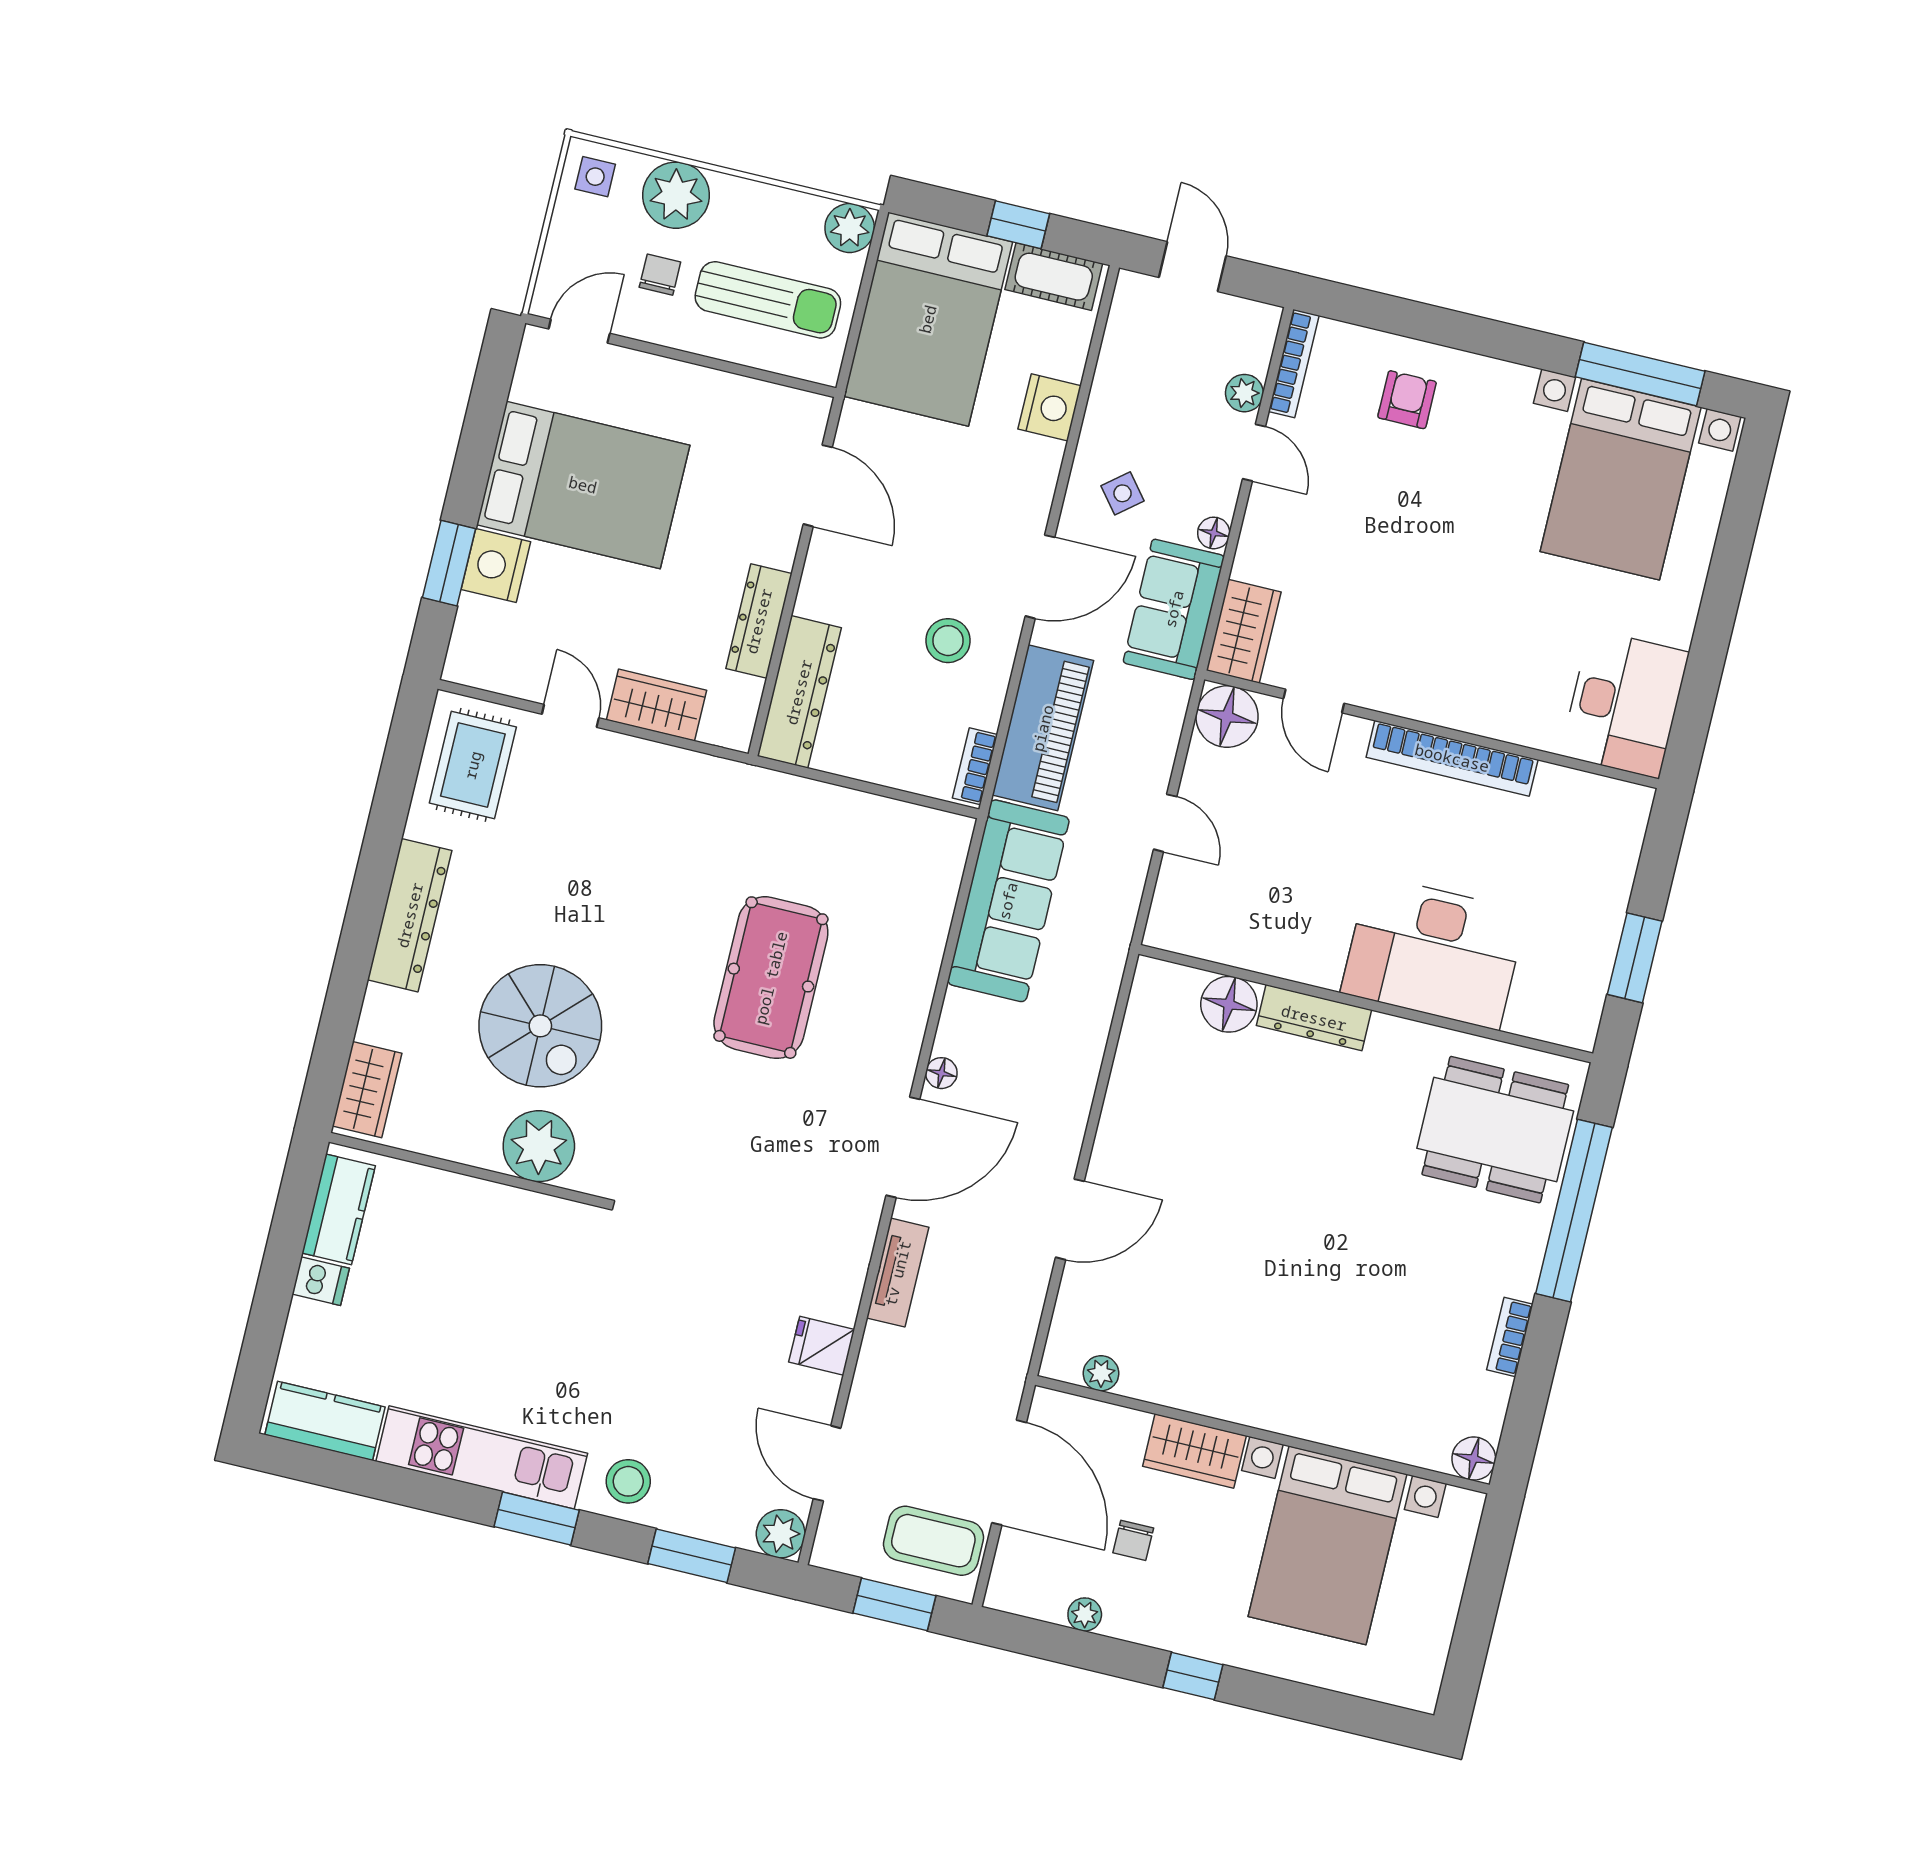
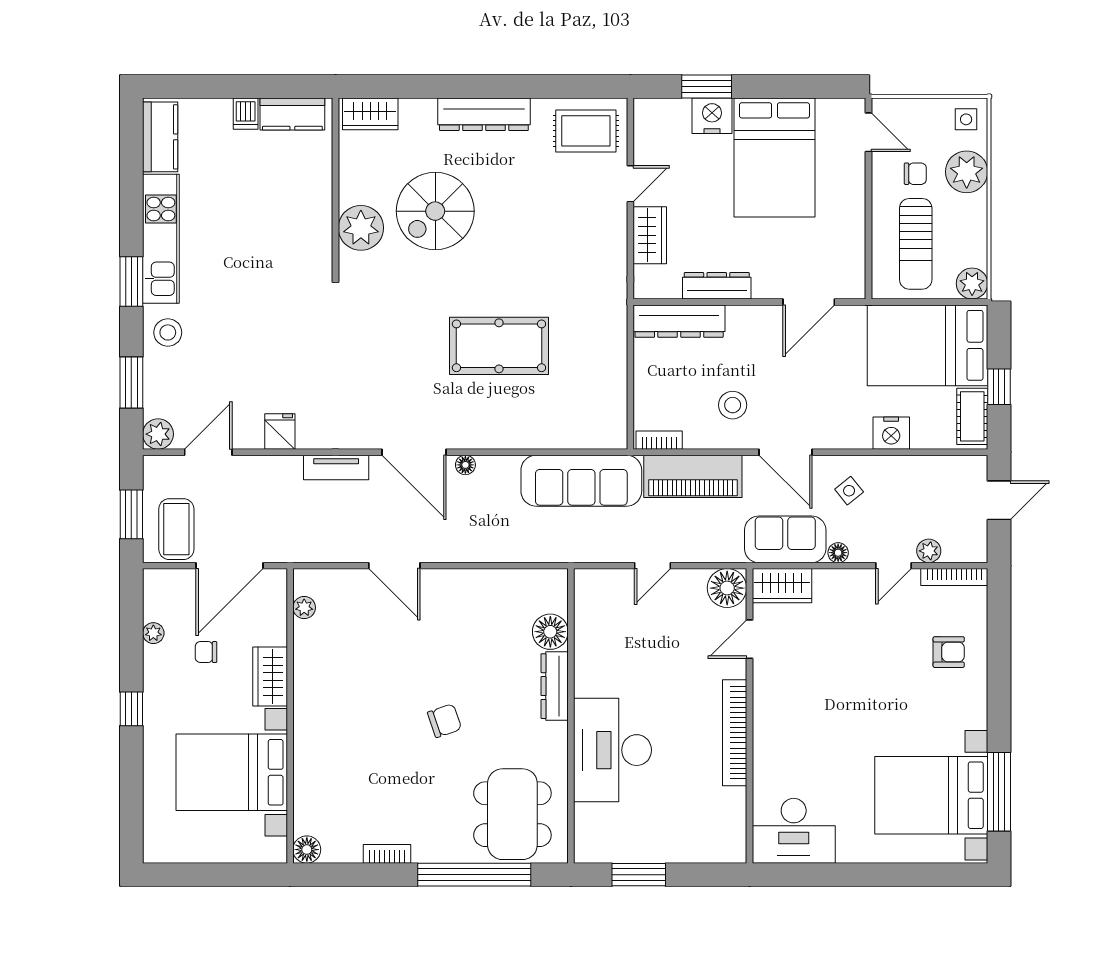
chair: (1327, 1199) -> (445, 721), added

